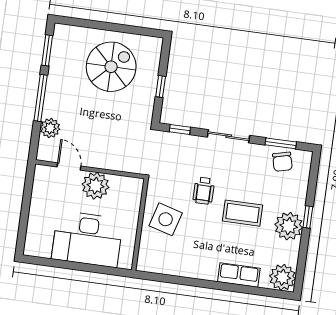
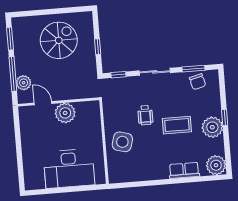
plant: (50, 128) -> (24, 83), moved
door: (69, 166) -> (43, 103), moved
wall: (90, 169) -> (59, 102), moved
plant: (96, 186) -> (65, 113), moved

